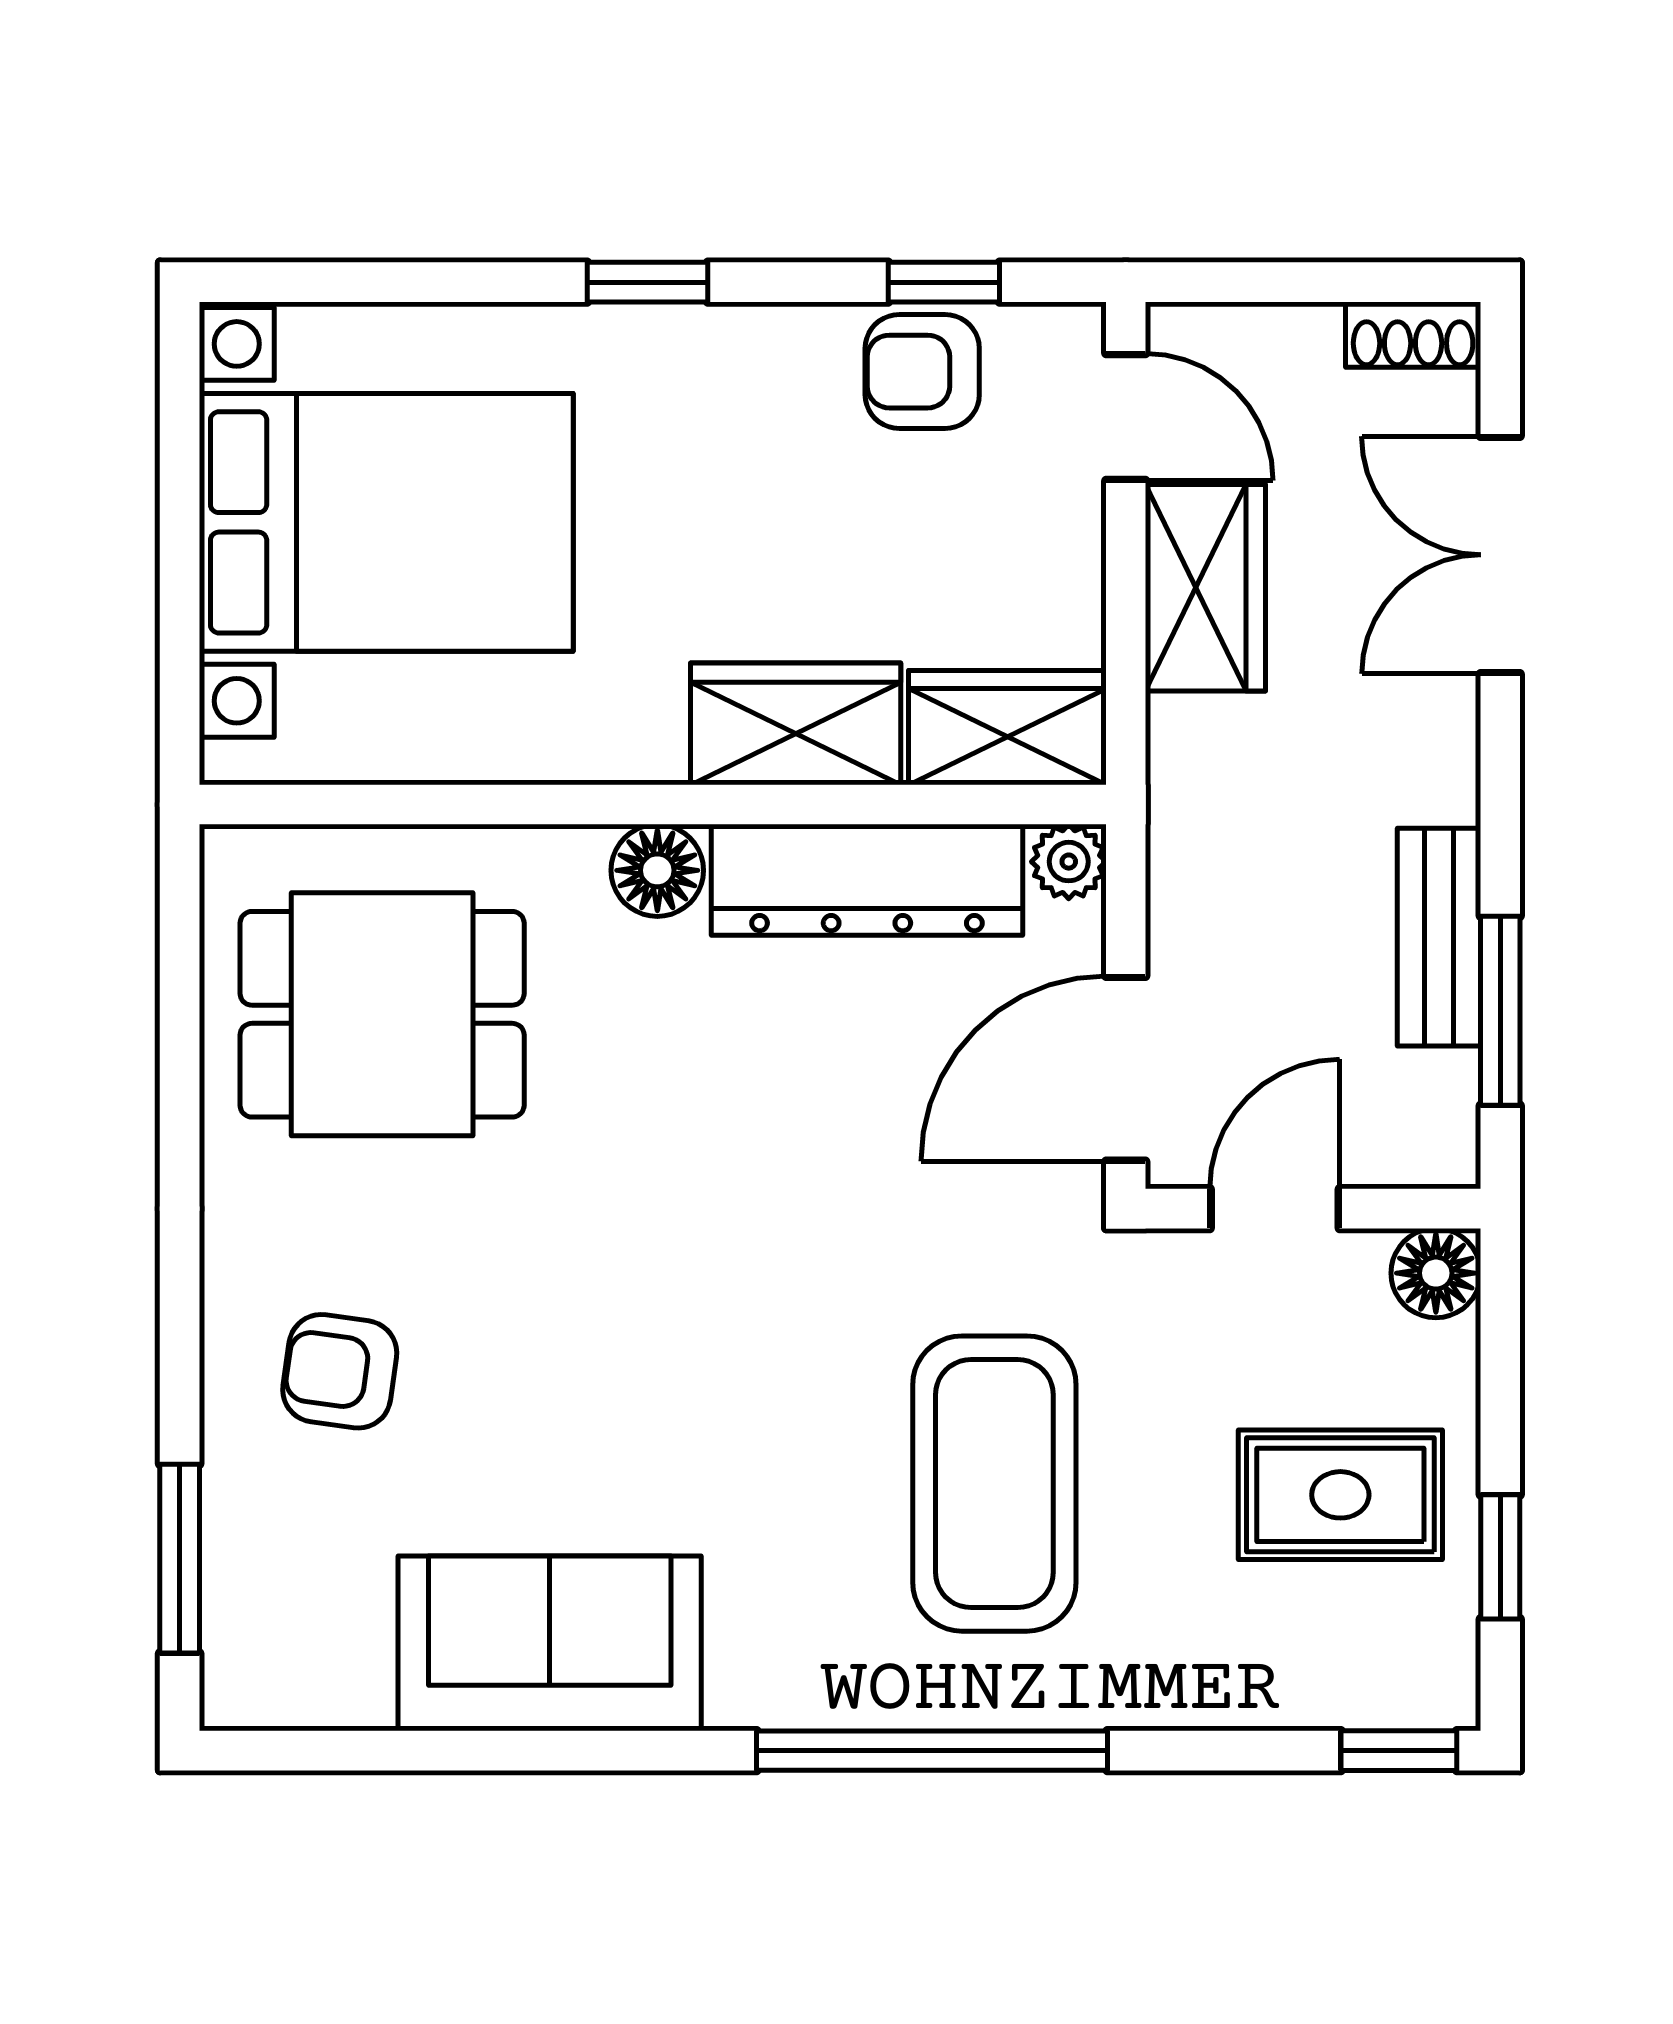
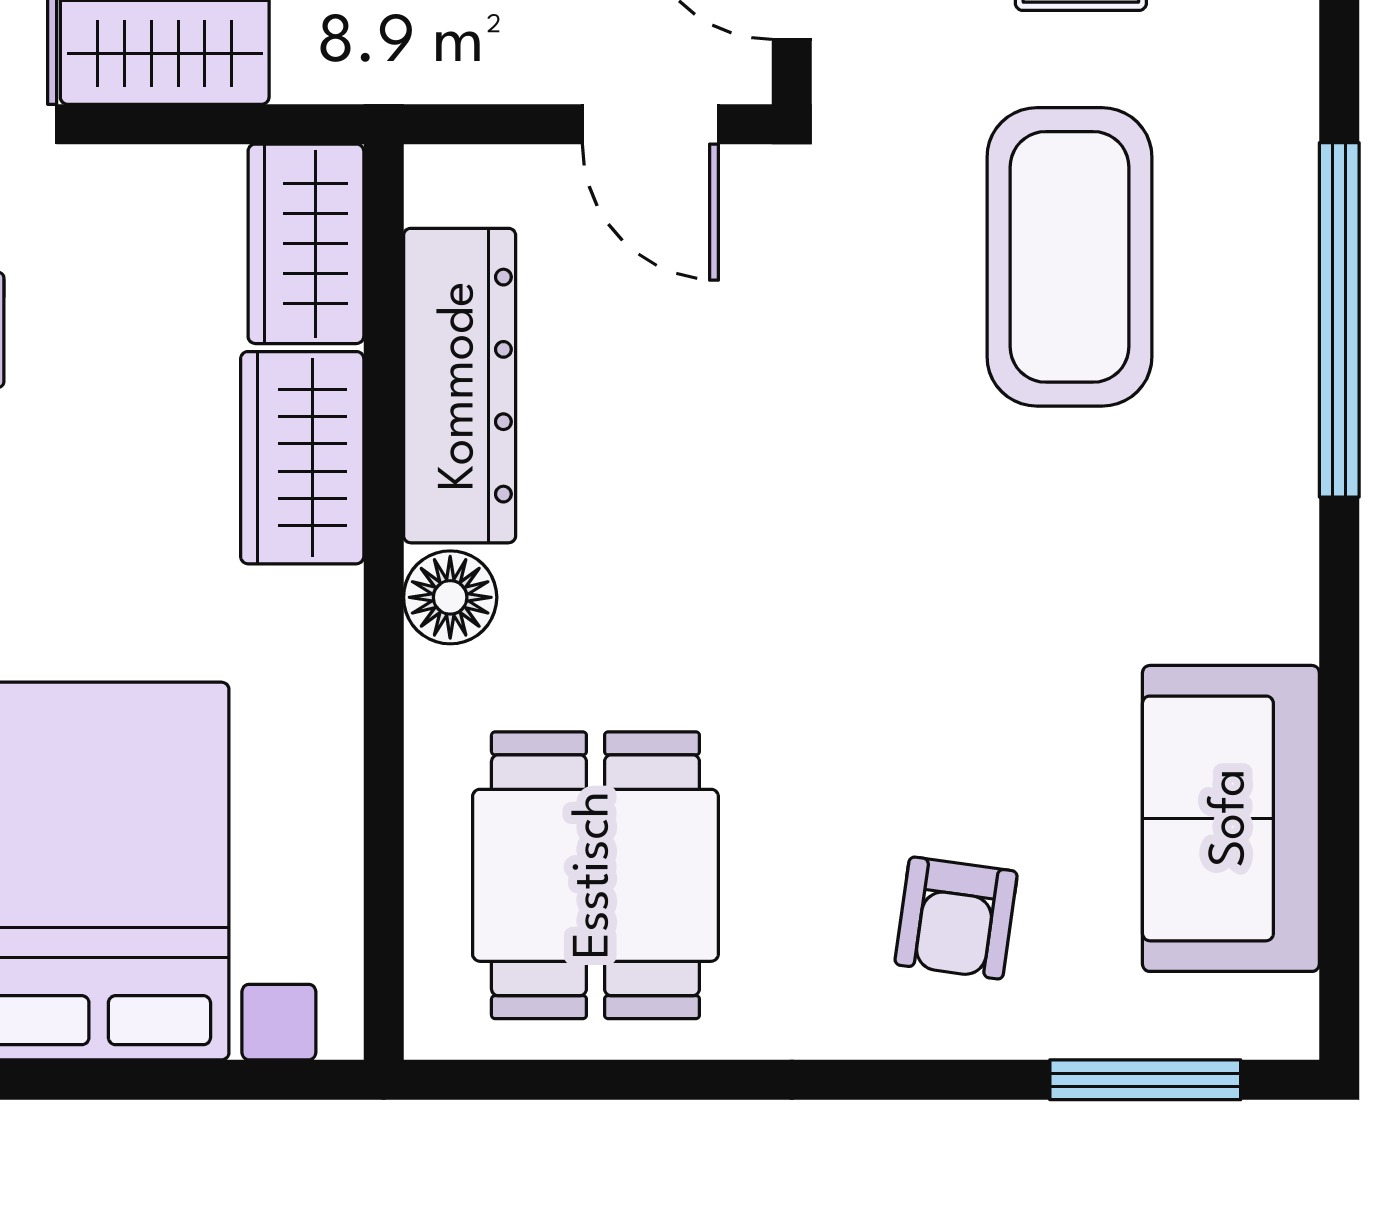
plant: (1069, 862) -> (441, 182), removed
door: (1126, 1069) -> (650, 124), width x0.73
coffee table: (994, 1484) -> (1069, 257), turned 90
sofa: (550, 1643) -> (1231, 818), moved

